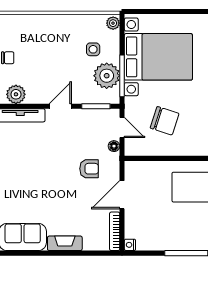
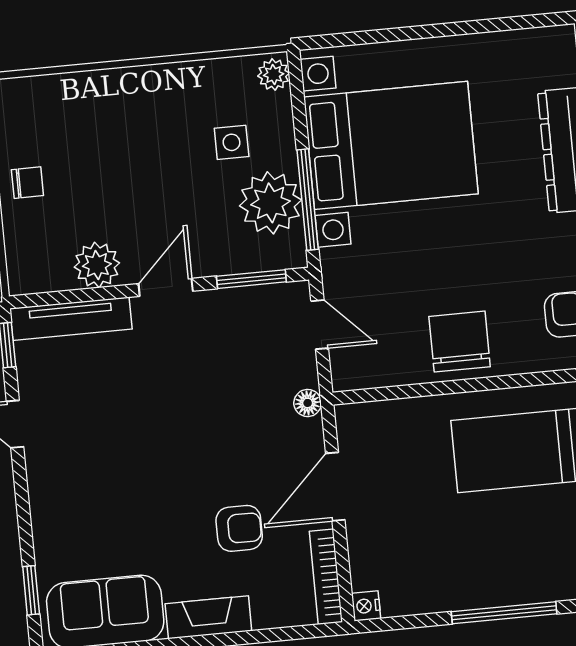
plant: (16, 94) -> (97, 265), moved
chair: (165, 121) -> (460, 342), moved, turned -108
floor lamp: (114, 146) -> (308, 403), moved
armchair: (89, 169) -> (239, 528), moved

